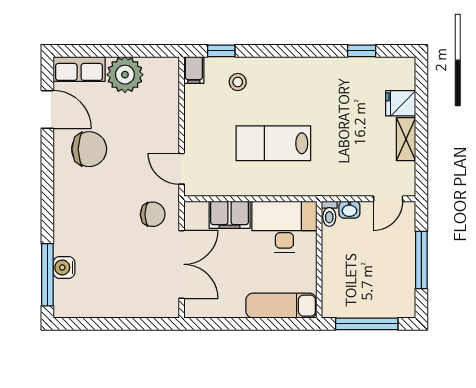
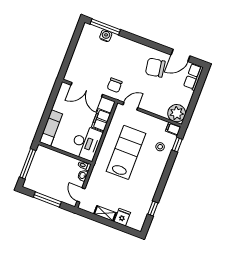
plant: (125, 75) -> (177, 113), moved
lab bench: (273, 143) -> (126, 152), width x1.36, depth x1.39
chair: (89, 149) -> (155, 68), turned 81

